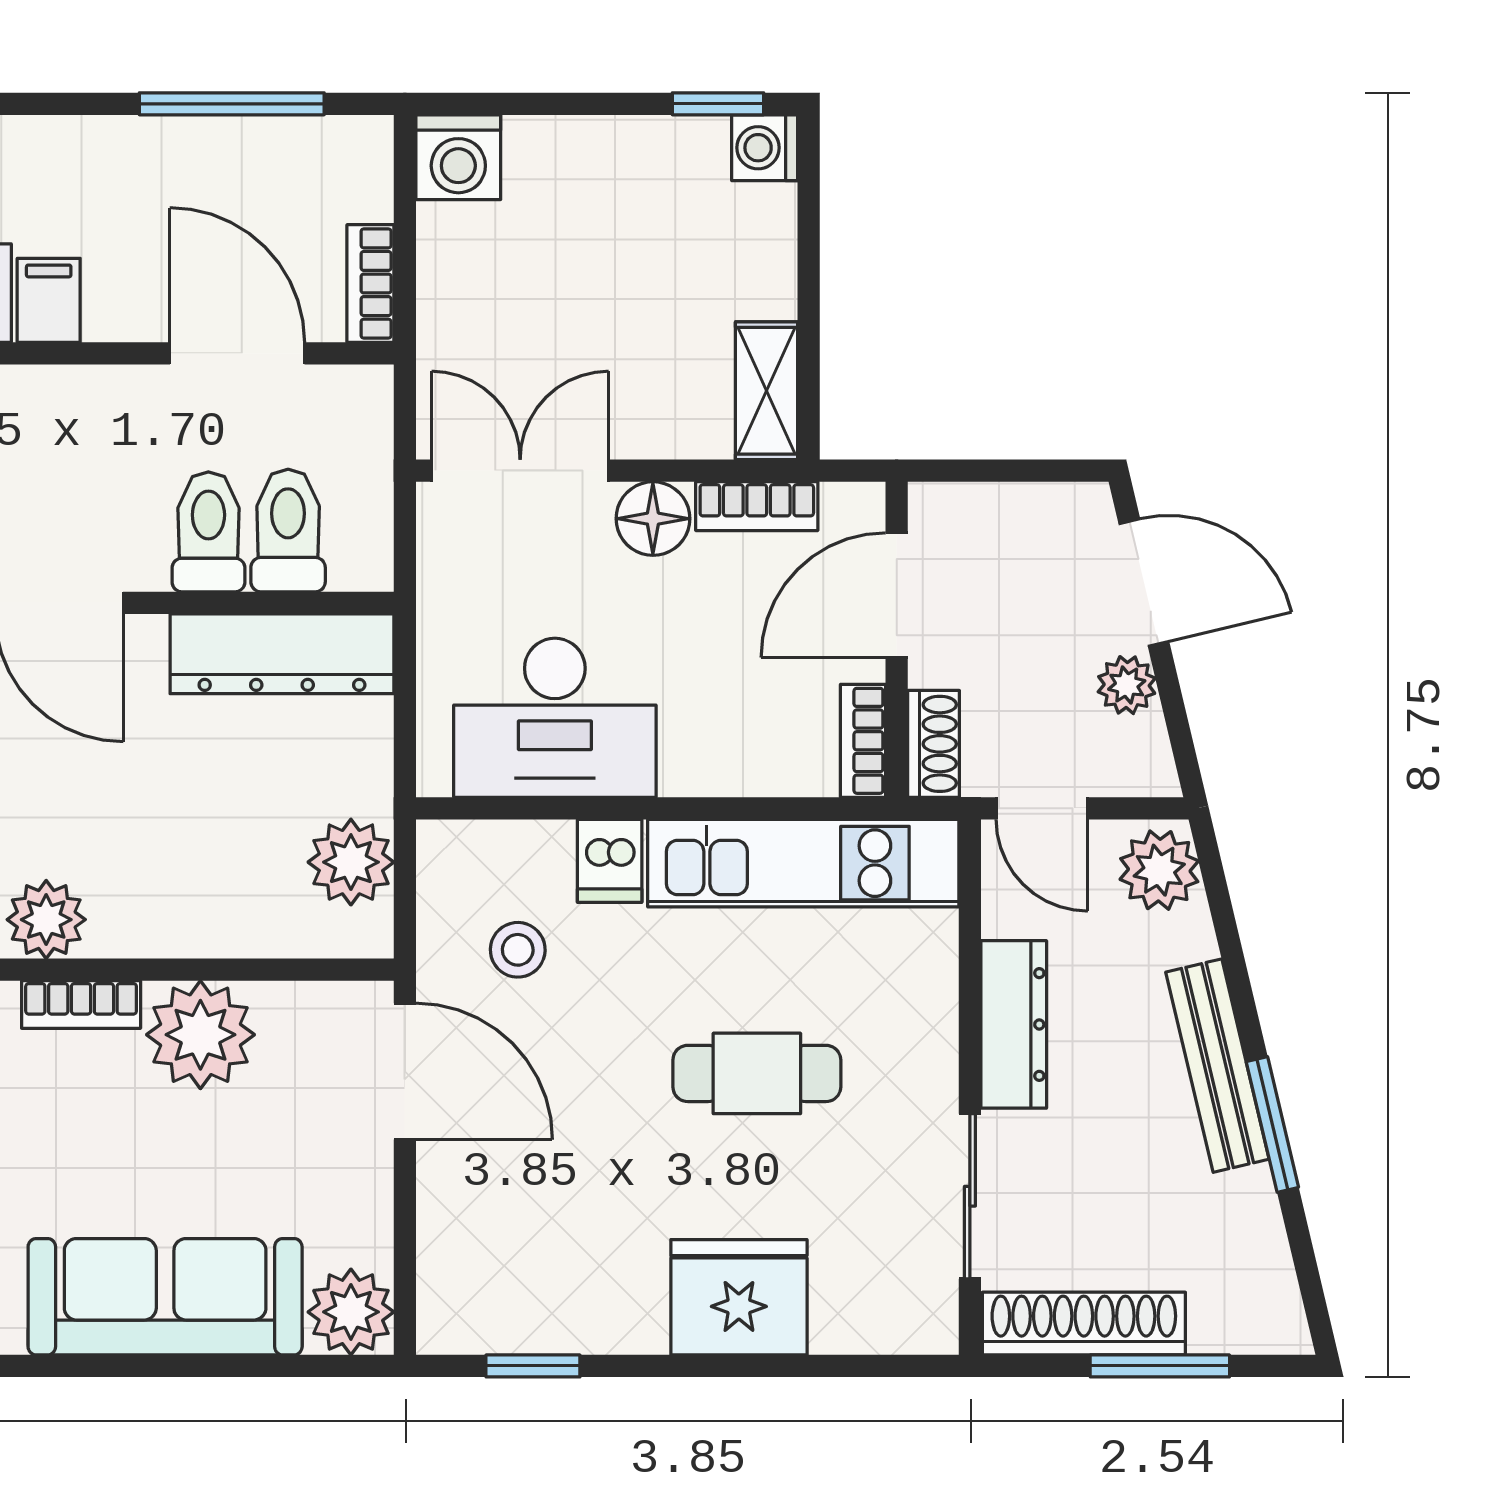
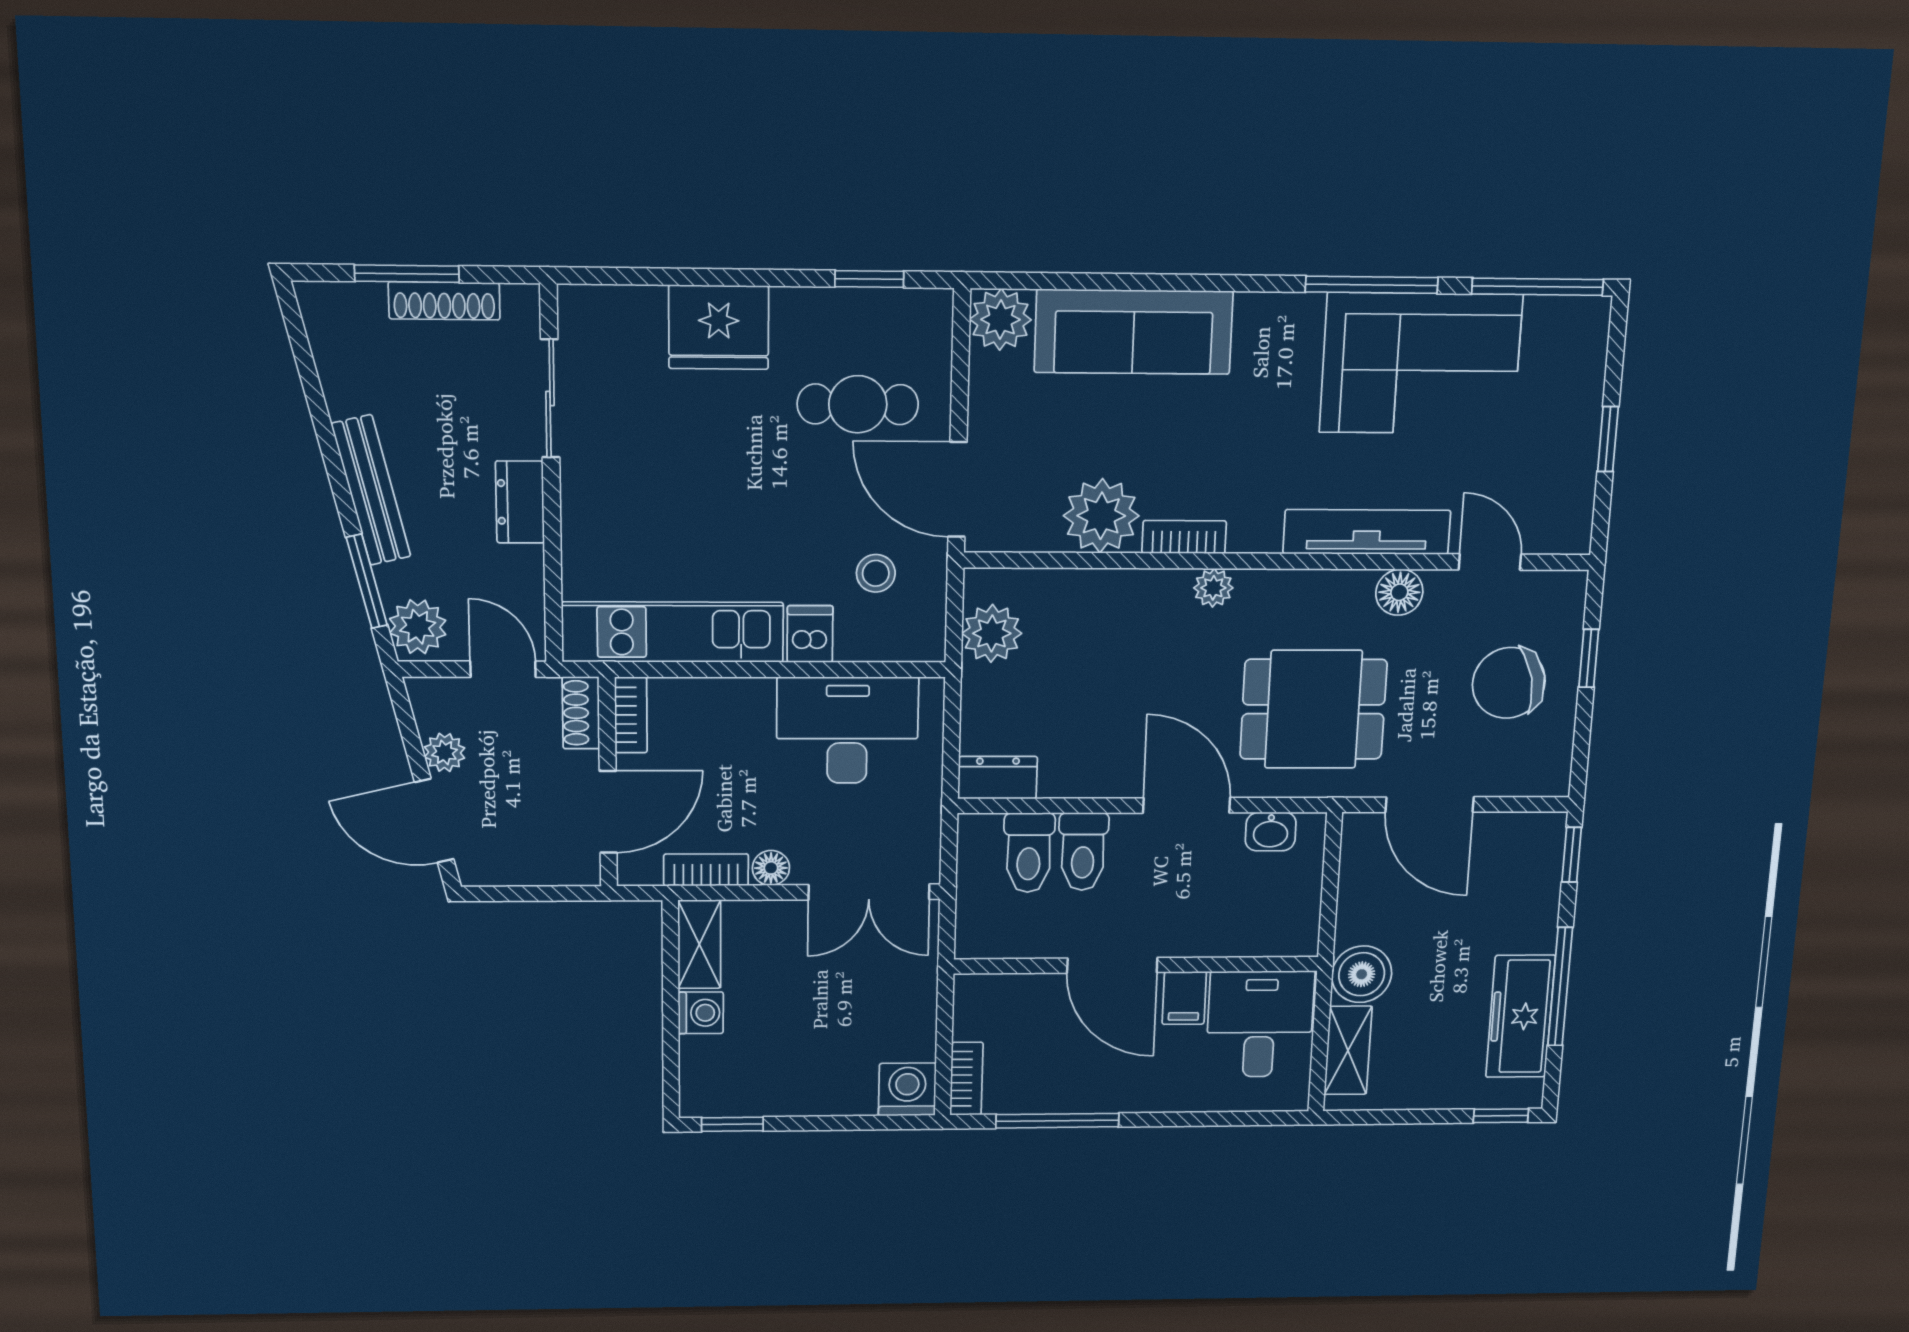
washing machine: (765, 148) -> (701, 1013), moved
bookcase: (370, 284) -> (966, 1079), moved
door: (237, 353) -> (1112, 965), moved
floor lamp: (653, 519) -> (771, 868), width x0.73, depth x0.73
dresser: (282, 654) -> (997, 778), width x0.51, depth x0.80
plant: (46, 920) -> (1213, 588), width x0.73, depth x0.73
dresser: (1014, 1024) -> (520, 502), width x0.70
cafe table: (757, 1073) -> (858, 404), moved
window: (1272, 1124) -> (367, 581), moved
shoe rack: (1084, 1324) -> (444, 301), width x0.74, depth x0.81

